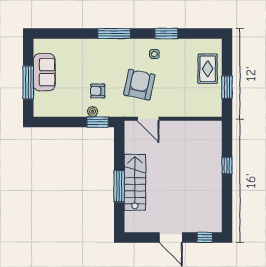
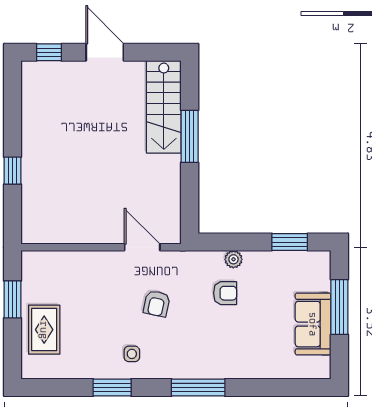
armchair: (139, 85) -> (157, 304), width x0.53, depth x0.53
window: (98, 122) -> (290, 242), moved
stairs: (135, 182) -> (164, 107), moved

